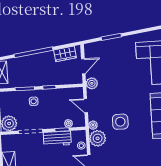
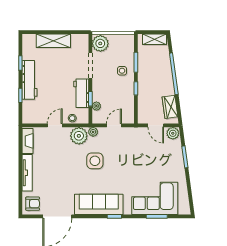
plant: (92, 83) -> (173, 133), moved

